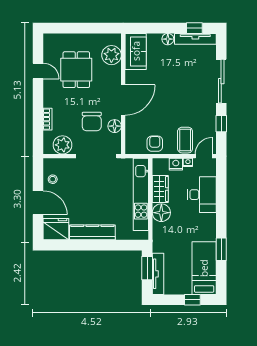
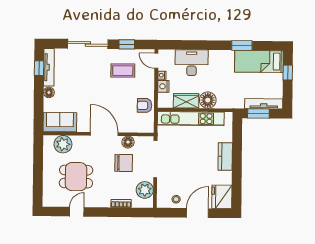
coffee table: (185, 140) -> (123, 71), moved
kitchen counter: (92, 232) -> (225, 156), width x0.67

